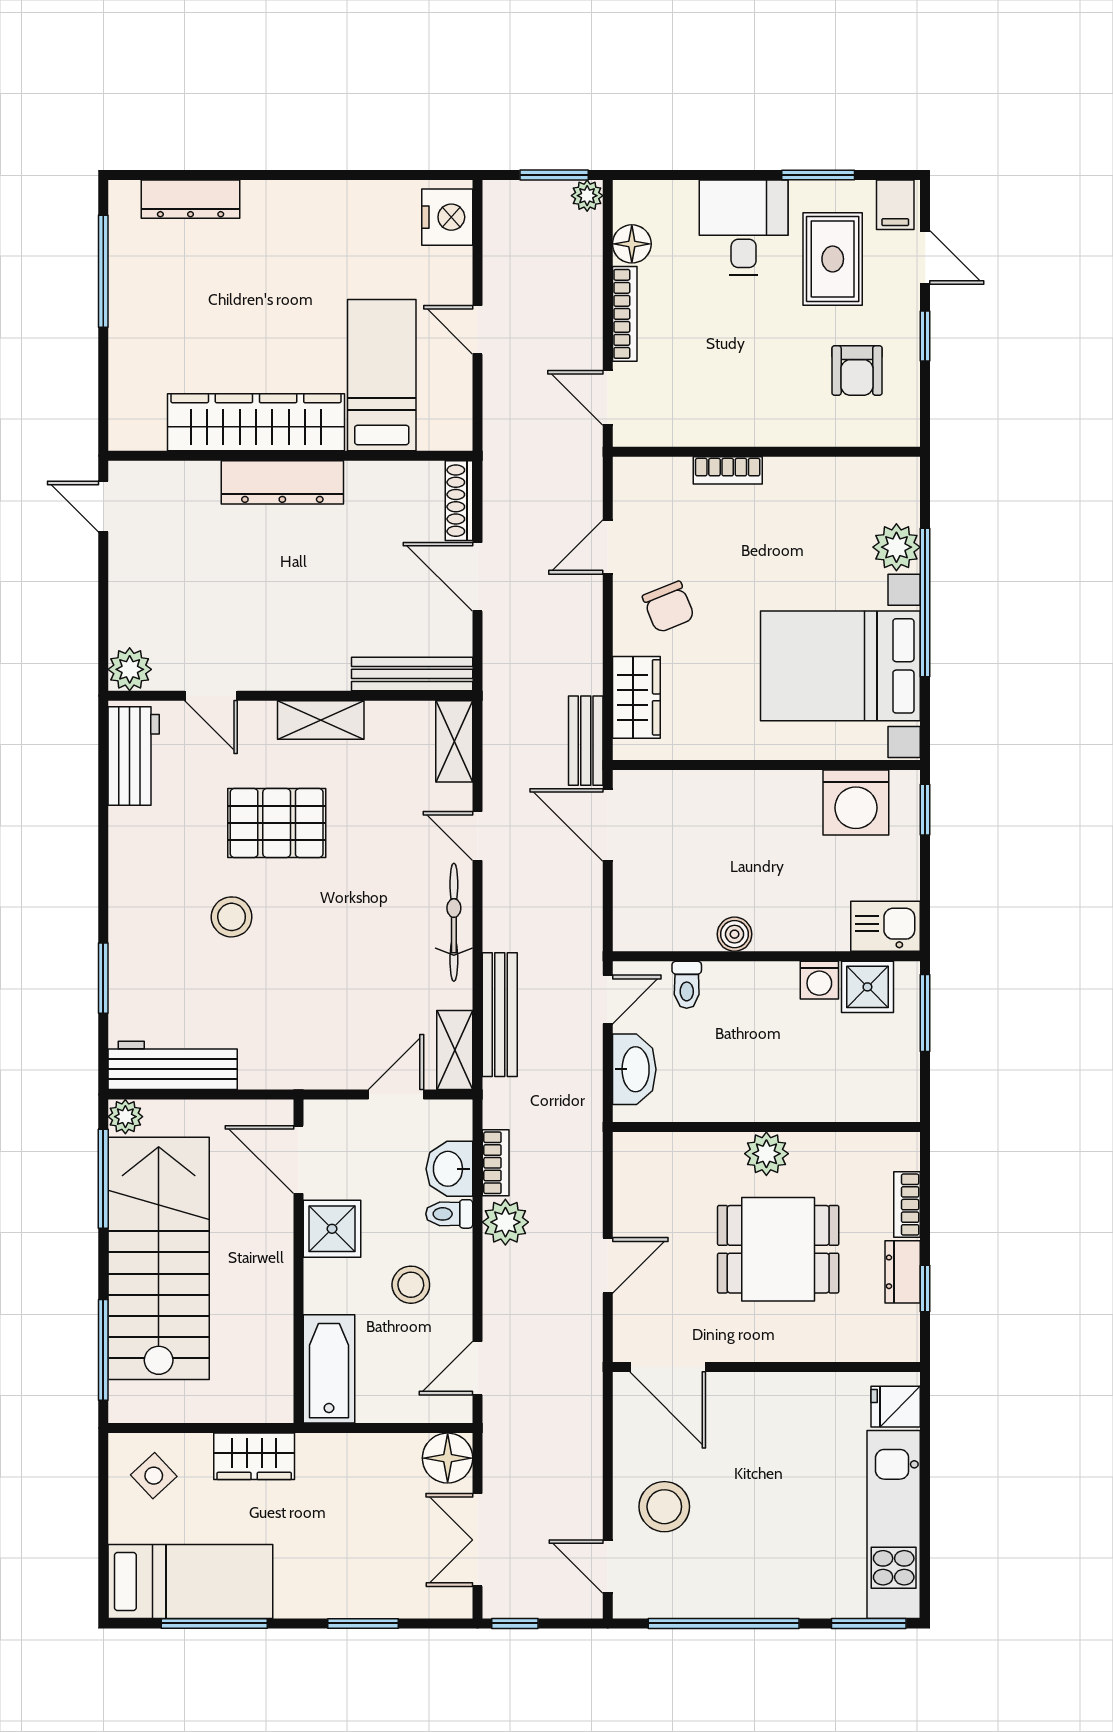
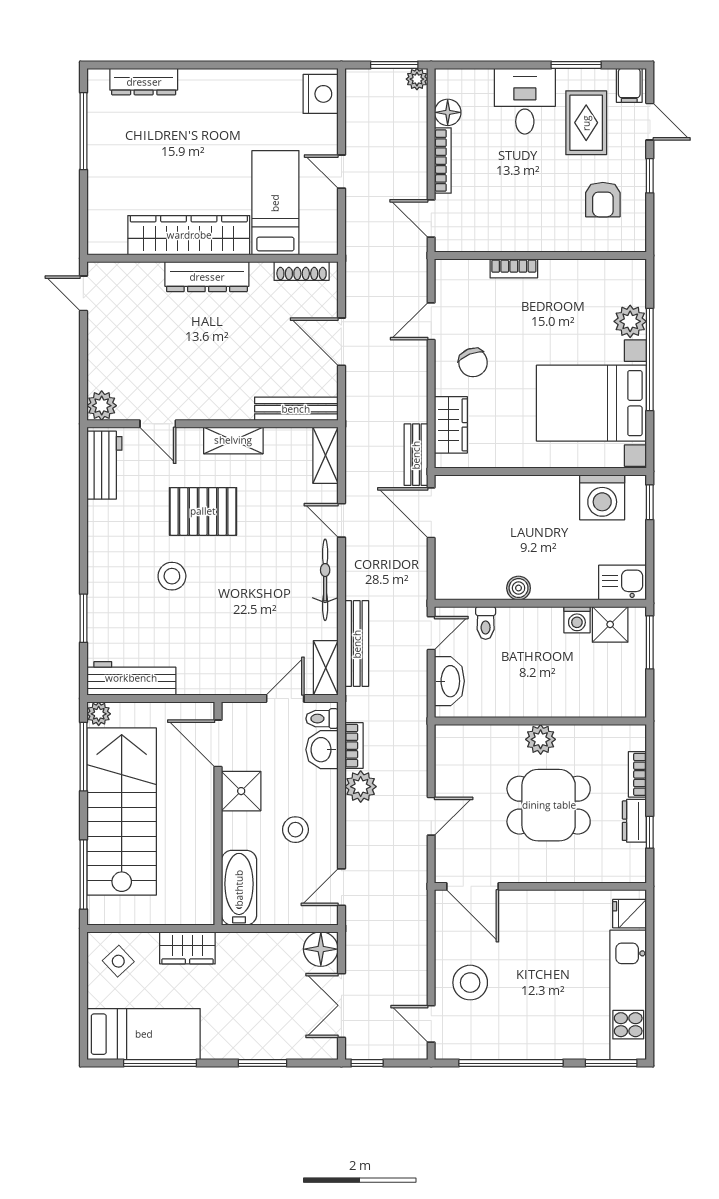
shoe rack: (459, 501) -> (302, 271), moved, turned -90
toilet: (449, 1214) -> (322, 719), moved

